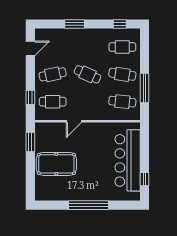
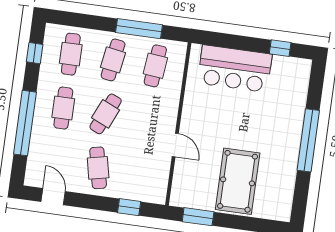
window: (75, 24) -> (25, 123), width x2.11
cafe table: (53, 102) -> (63, 108), moved
bar counter: (128, 160) -> (235, 69), width x0.73

